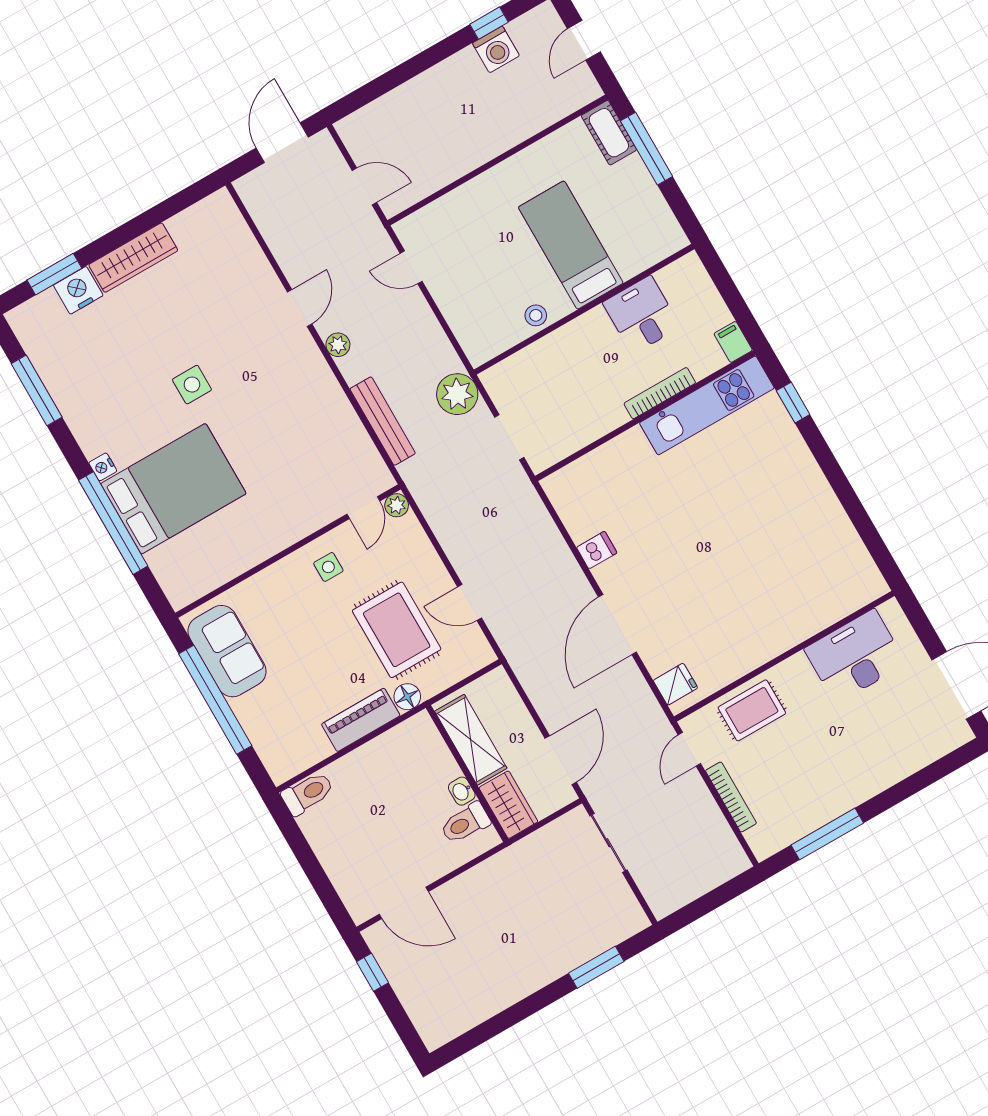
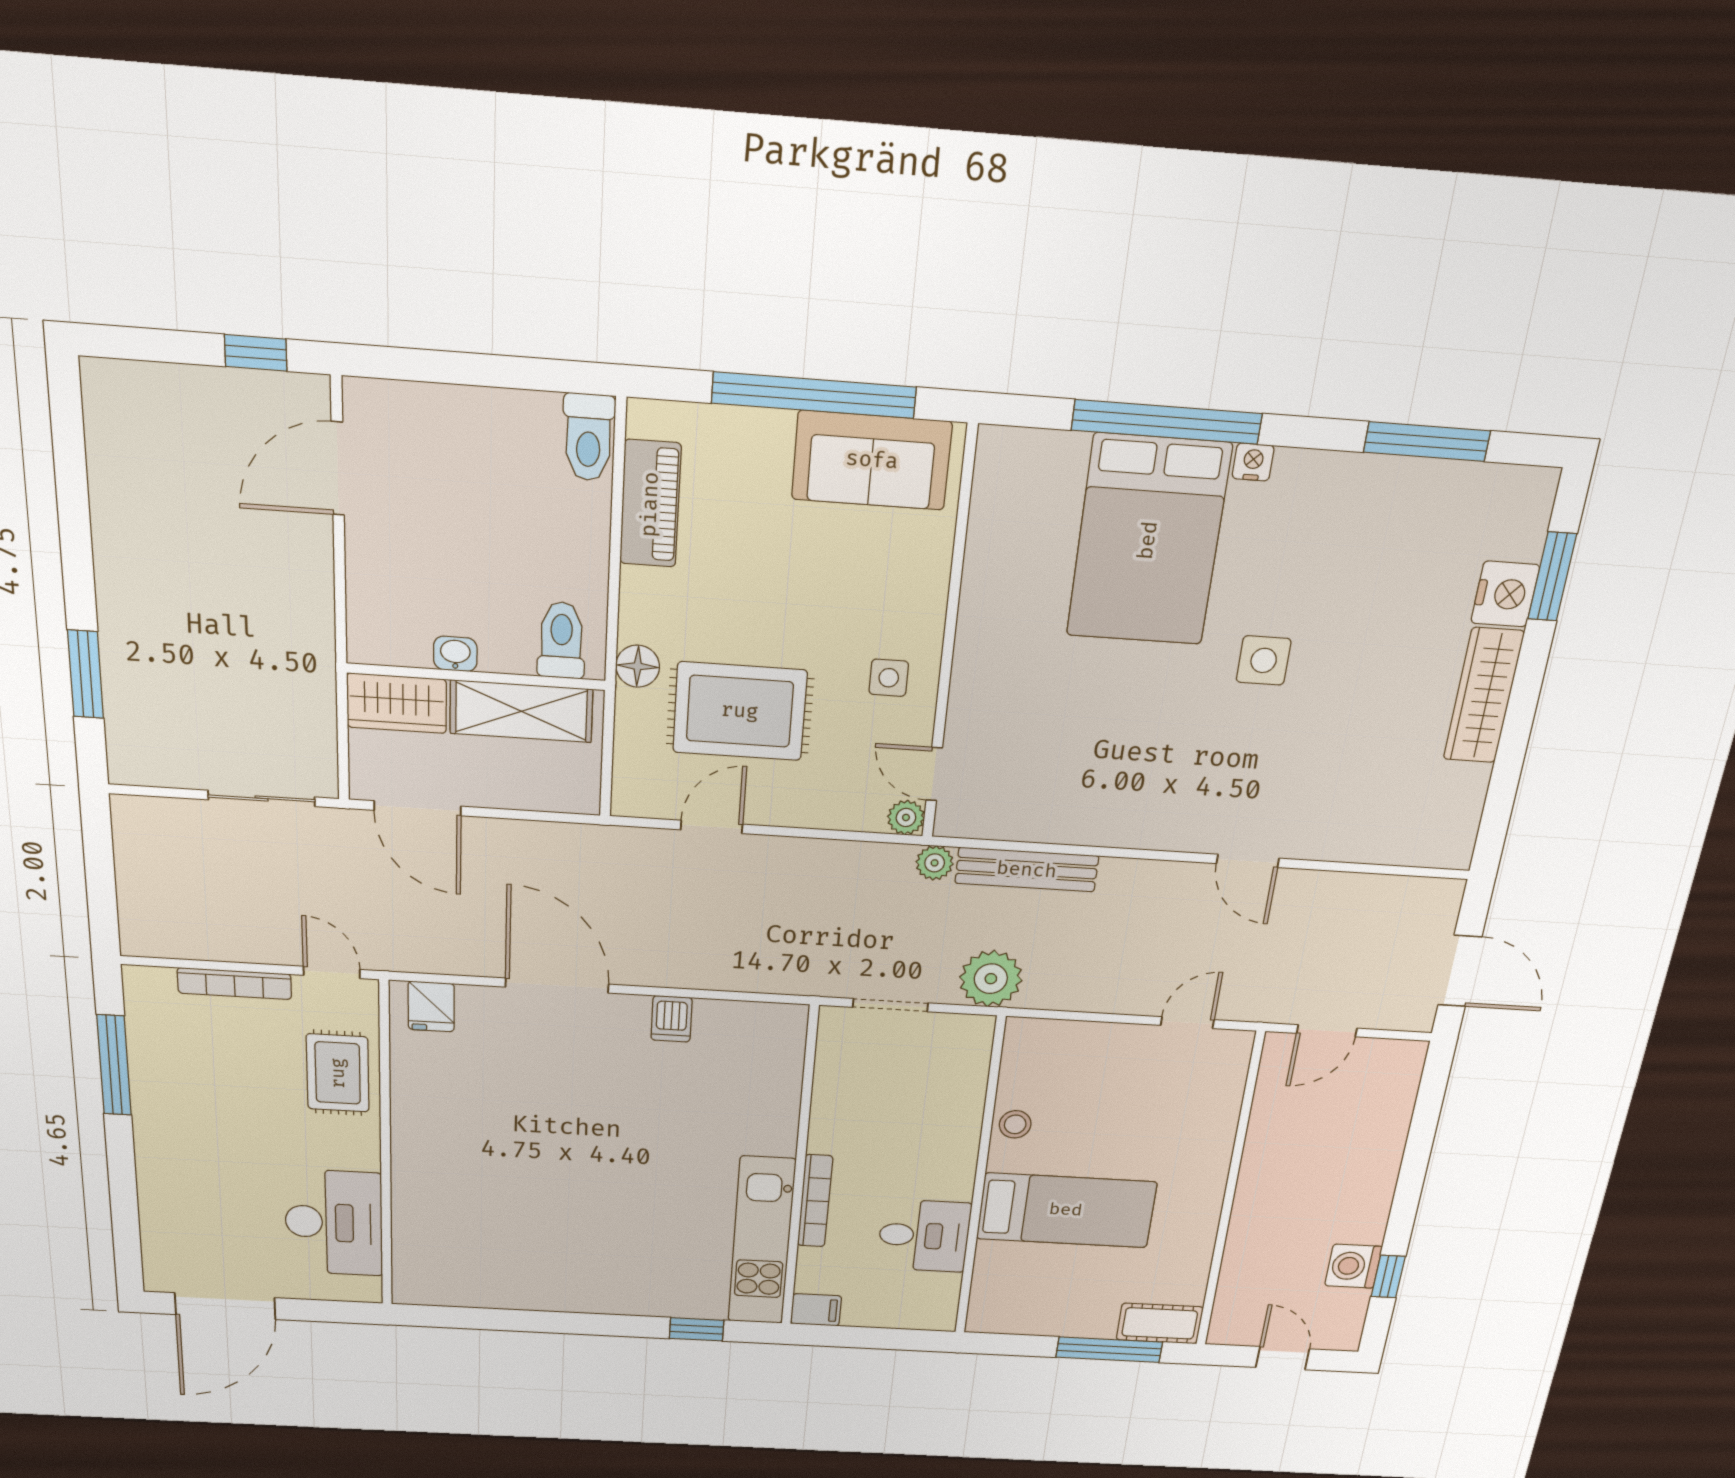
plant: (338, 345) -> (935, 863), moved
piano: (361, 720) -> (650, 504), moved
toilet: (465, 823) -> (561, 640), moved

